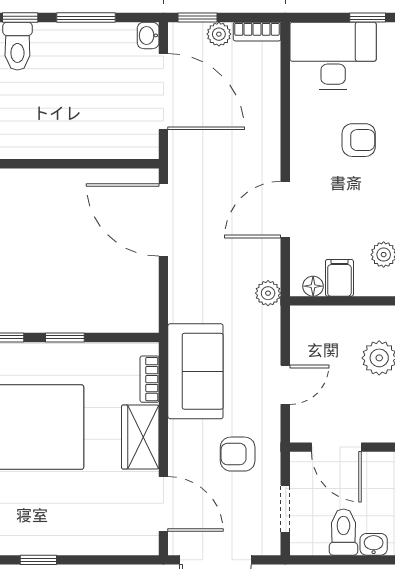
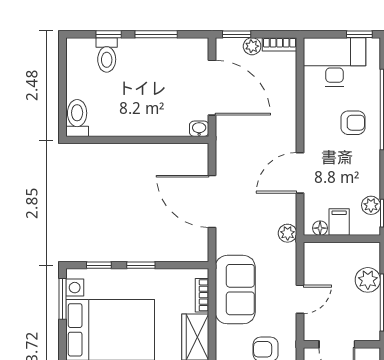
washbasin: (148, 35) -> (199, 129), moved, turned 90
door: (163, 220) -> (212, 201), moved

